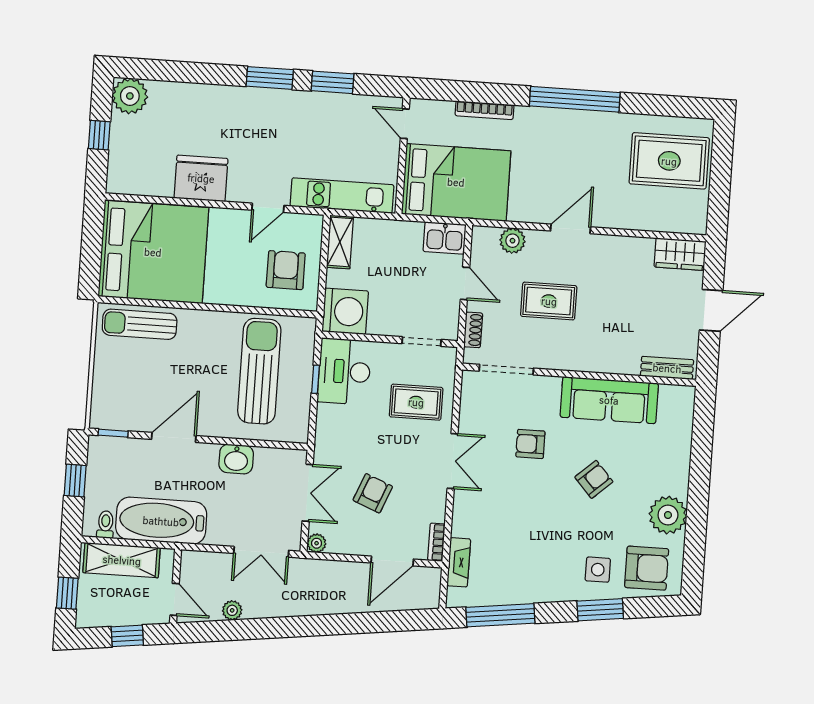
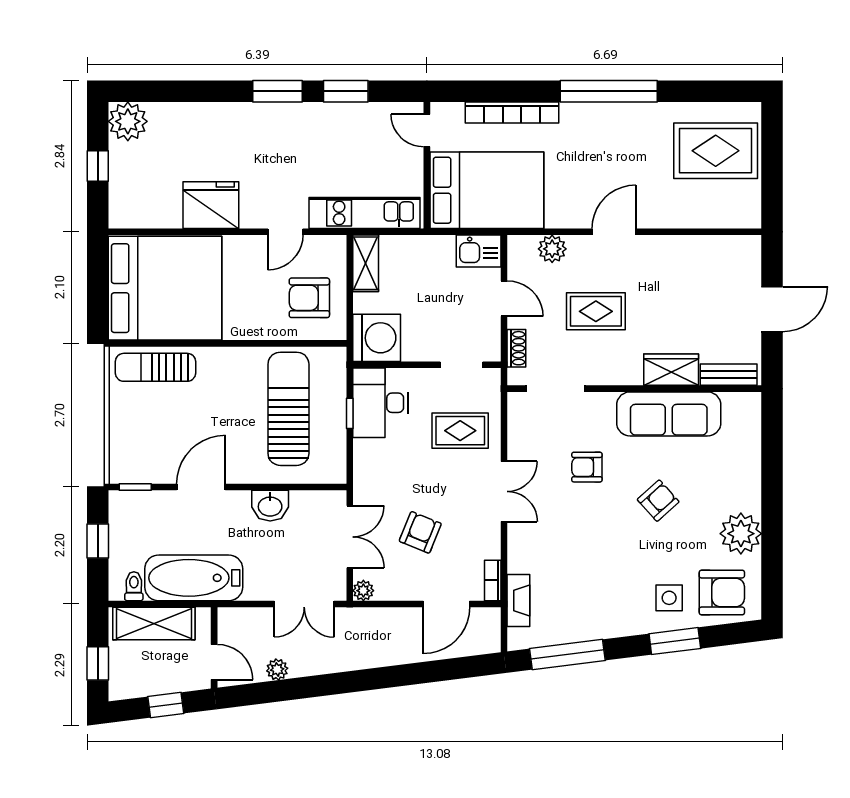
bookcase: (484, 110) -> (512, 113), width x1.48, depth x1.31
wardrobe: (680, 254) -> (671, 370), moved, turned 180
armchair: (286, 270) -> (309, 298), turned -90

